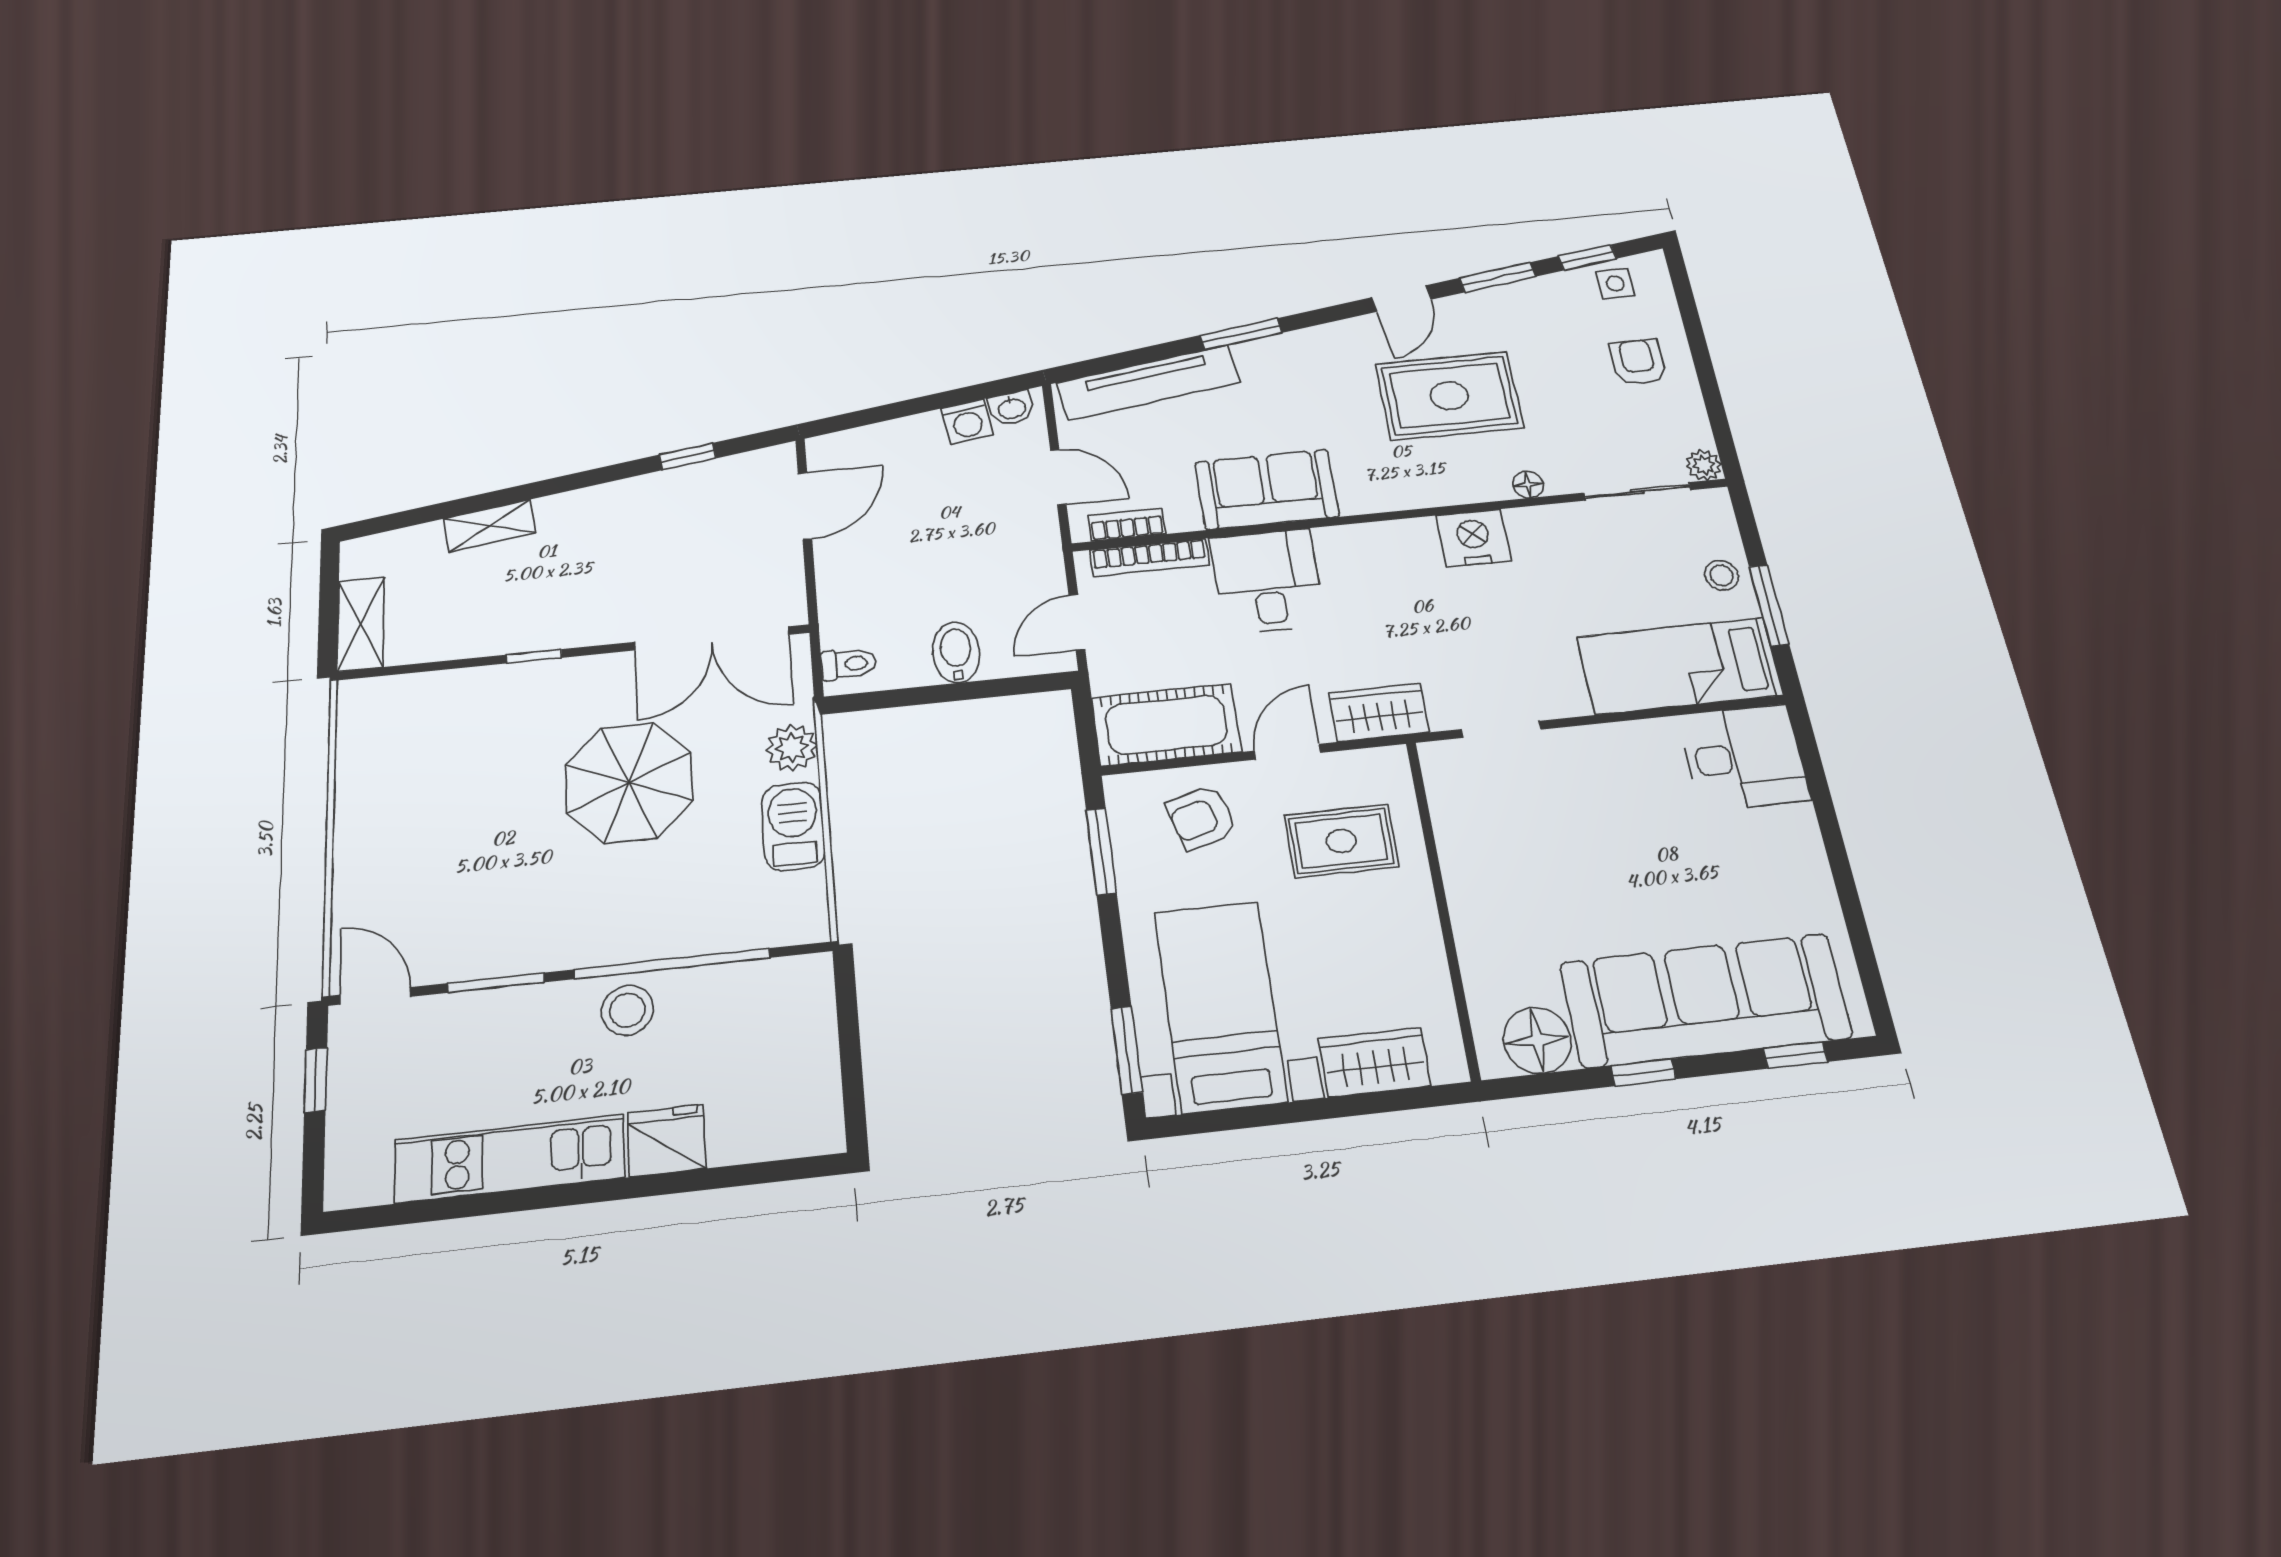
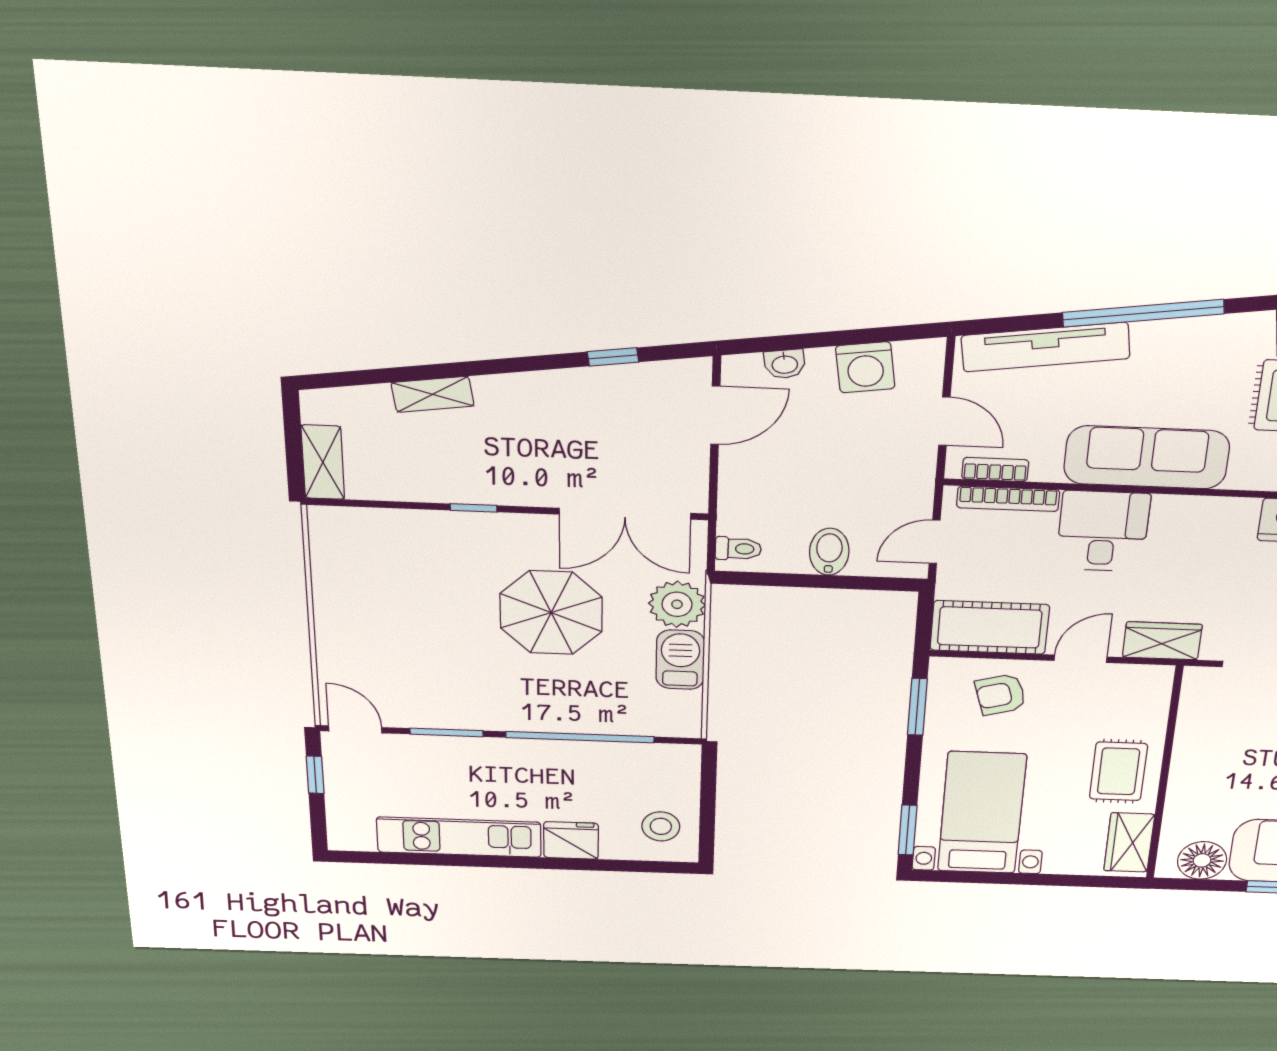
window: (1241, 334) -> (1143, 313), width x2.11
washbasin: (1012, 408) -> (785, 364), moved
washing machine: (967, 422) -> (865, 367), width x1.38, depth x1.38
sofa: (1267, 489) -> (1147, 457), width x1.36
plant: (792, 748) -> (677, 604), width x1.36, depth x1.36
rug: (1341, 841) -> (1118, 771), moved, turned 90
stool: (627, 1010) -> (661, 826), moved
wardrobe: (1375, 1062) -> (1129, 842), moved, turned -90

